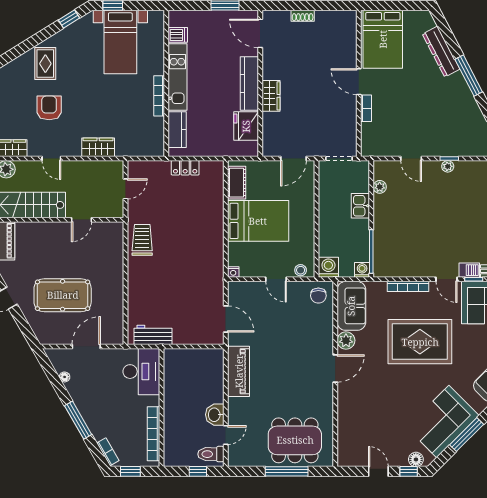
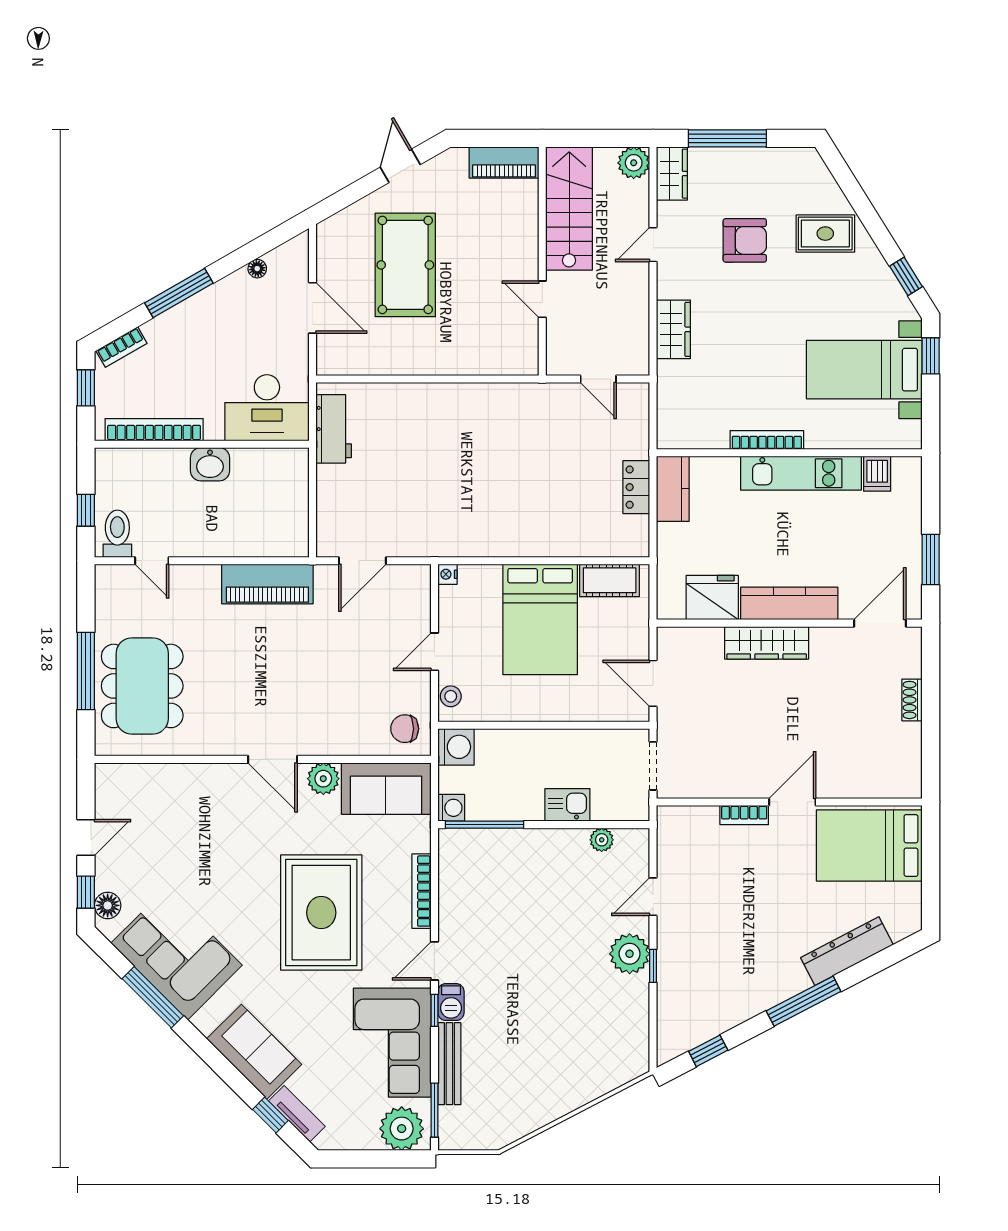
wardrobe: (271, 96) -> (767, 643), width x1.50
kitchen counter: (177, 130) -> (673, 489), moved, turned -90
plant: (448, 166) -> (630, 954), width x1.87, depth x1.87
trolley: (142, 240) -> (506, 409), removed
washbasin: (215, 415) -> (210, 464), moved, turned 180

